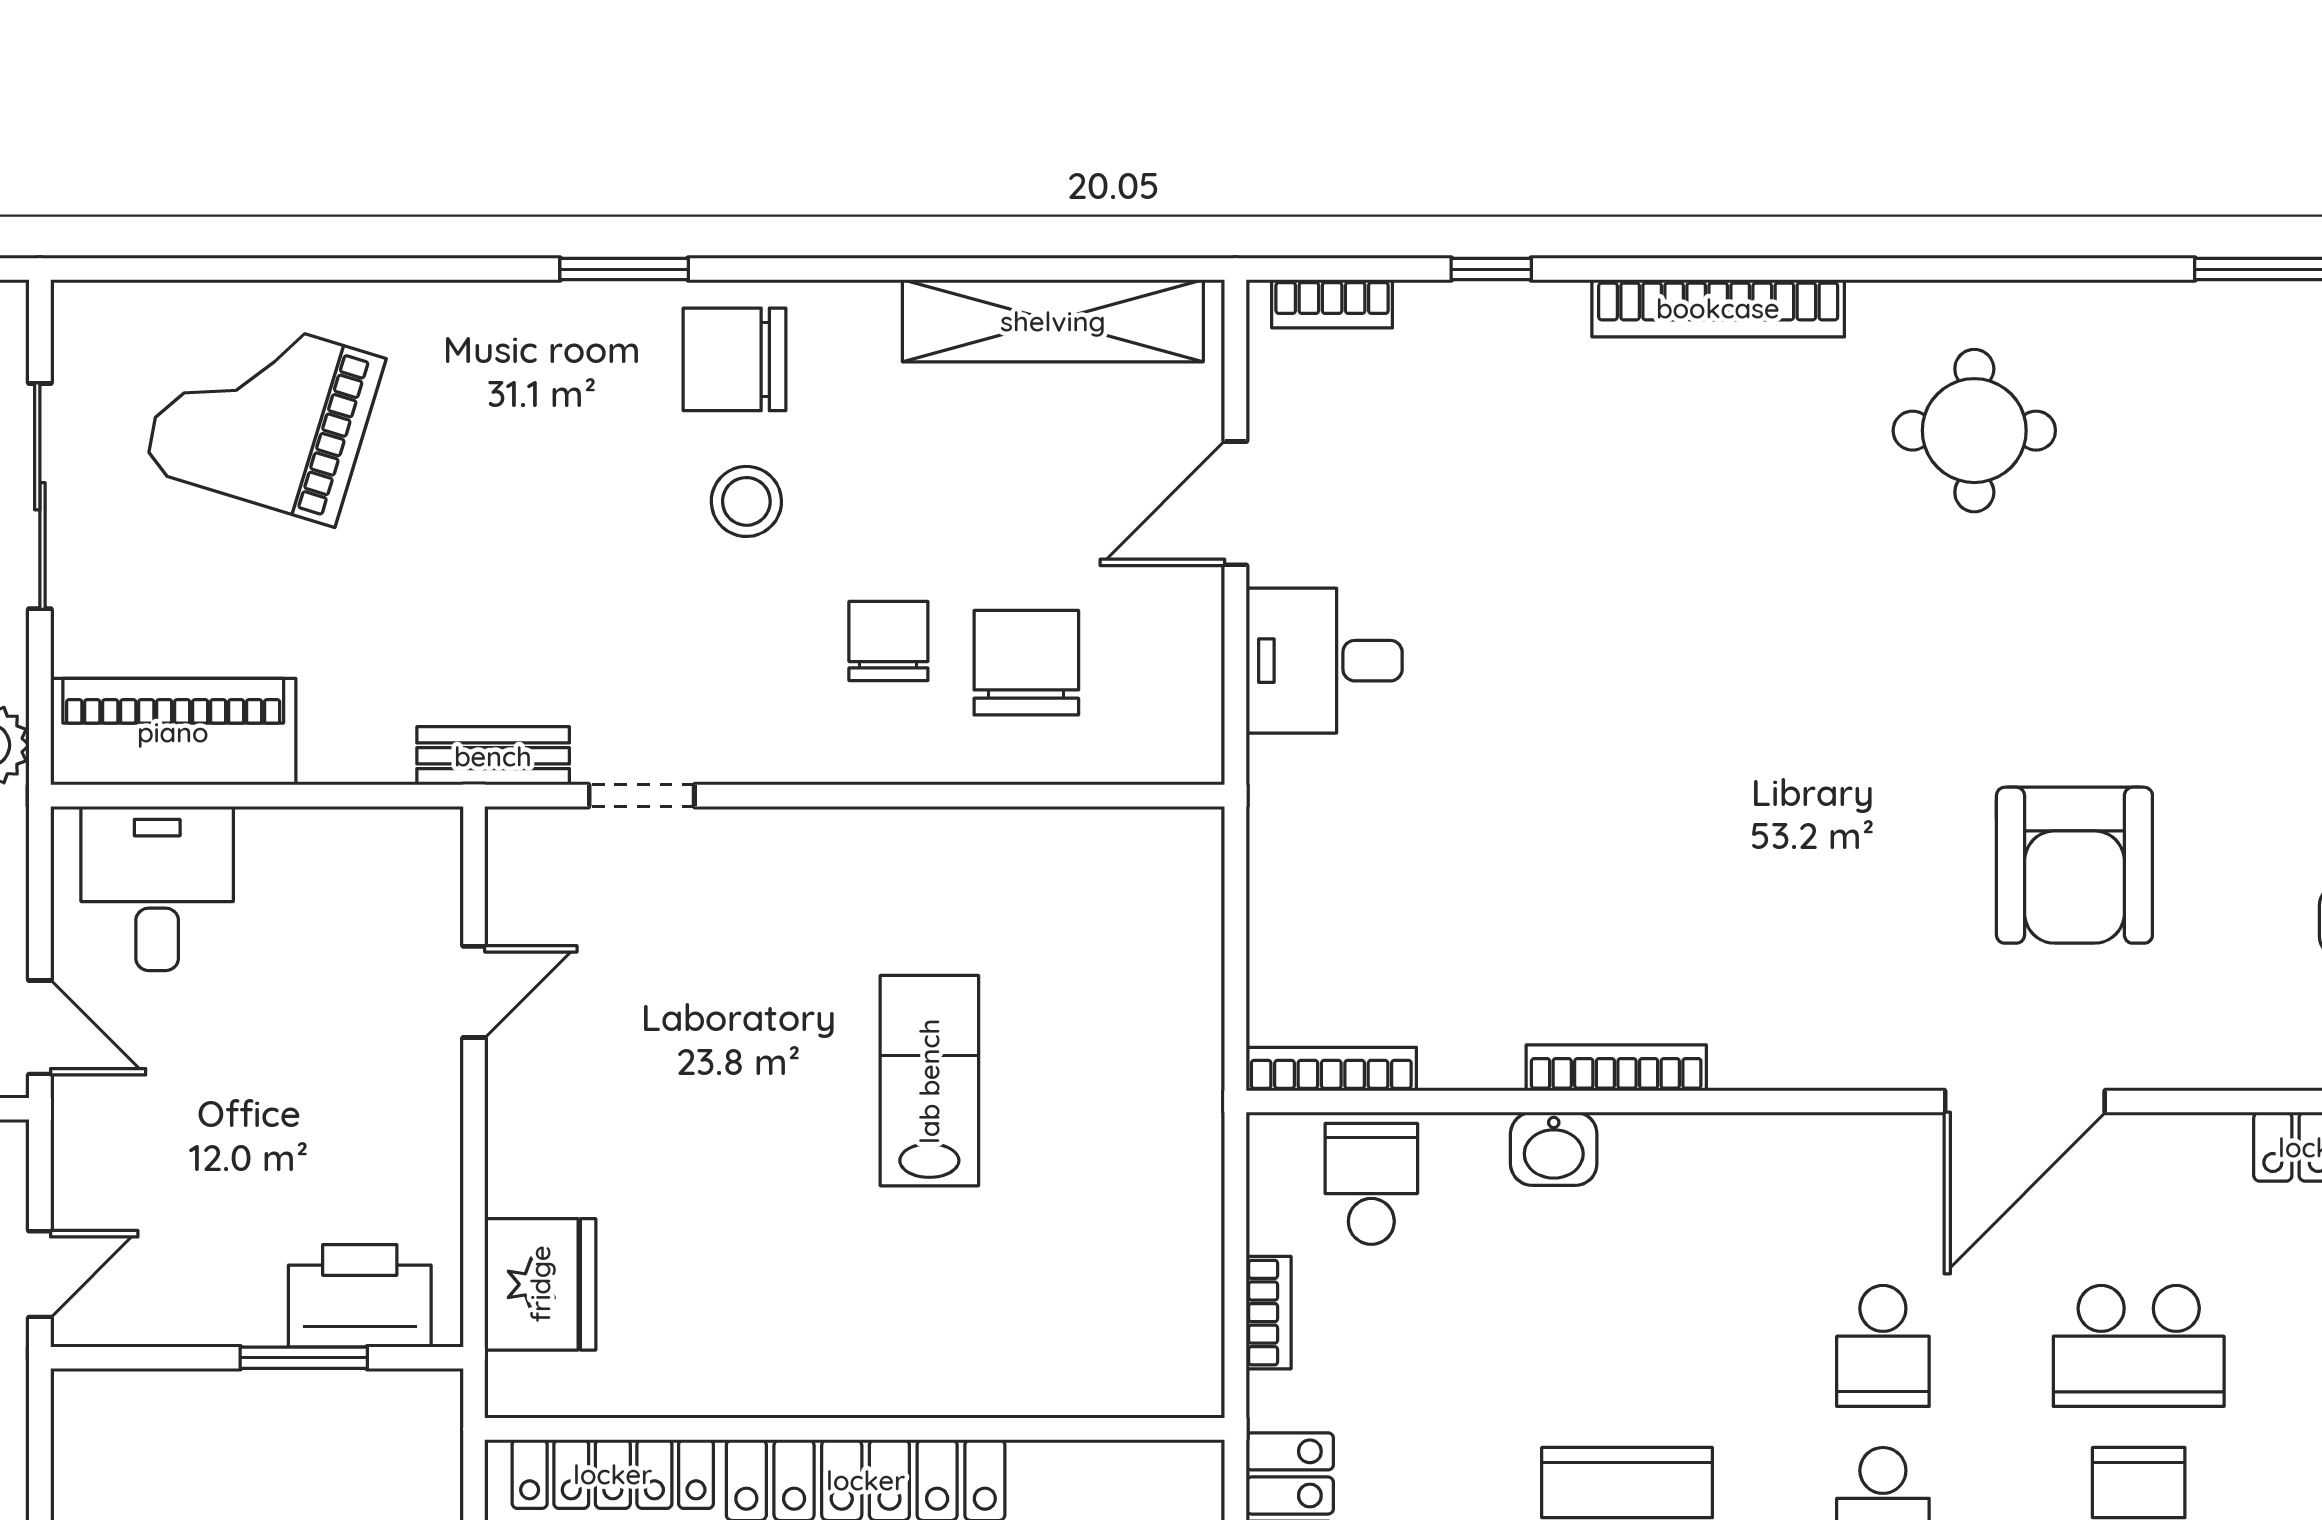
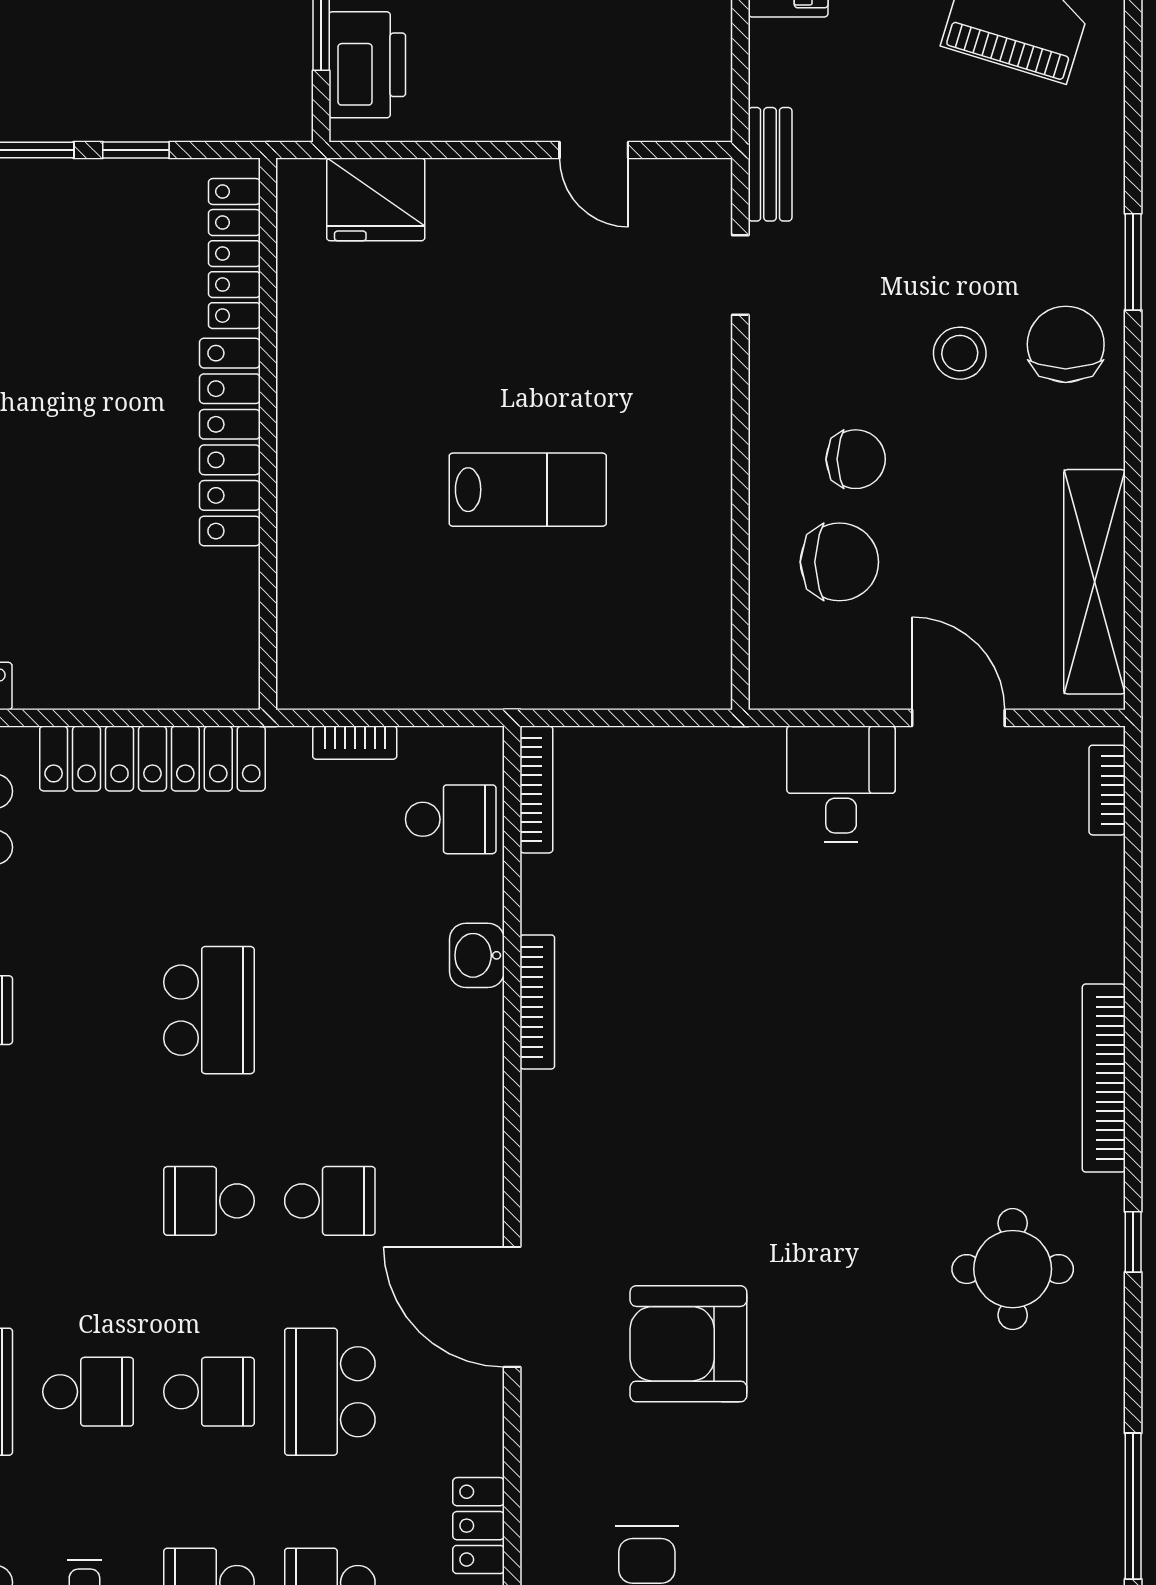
window: (1491, 269) -> (1133, 1242), moved
school desk: (1883, 1346) -> (330, 1201), turned 180

